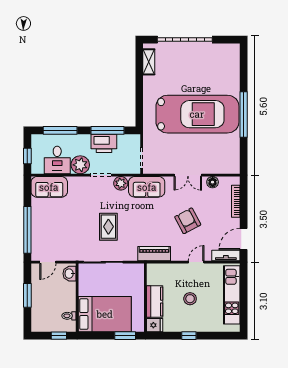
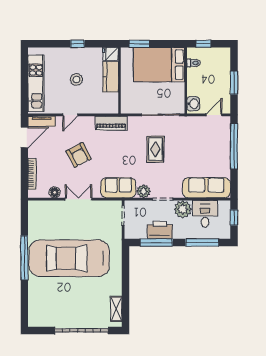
sofa: (49, 187) -> (206, 188), width x1.36

